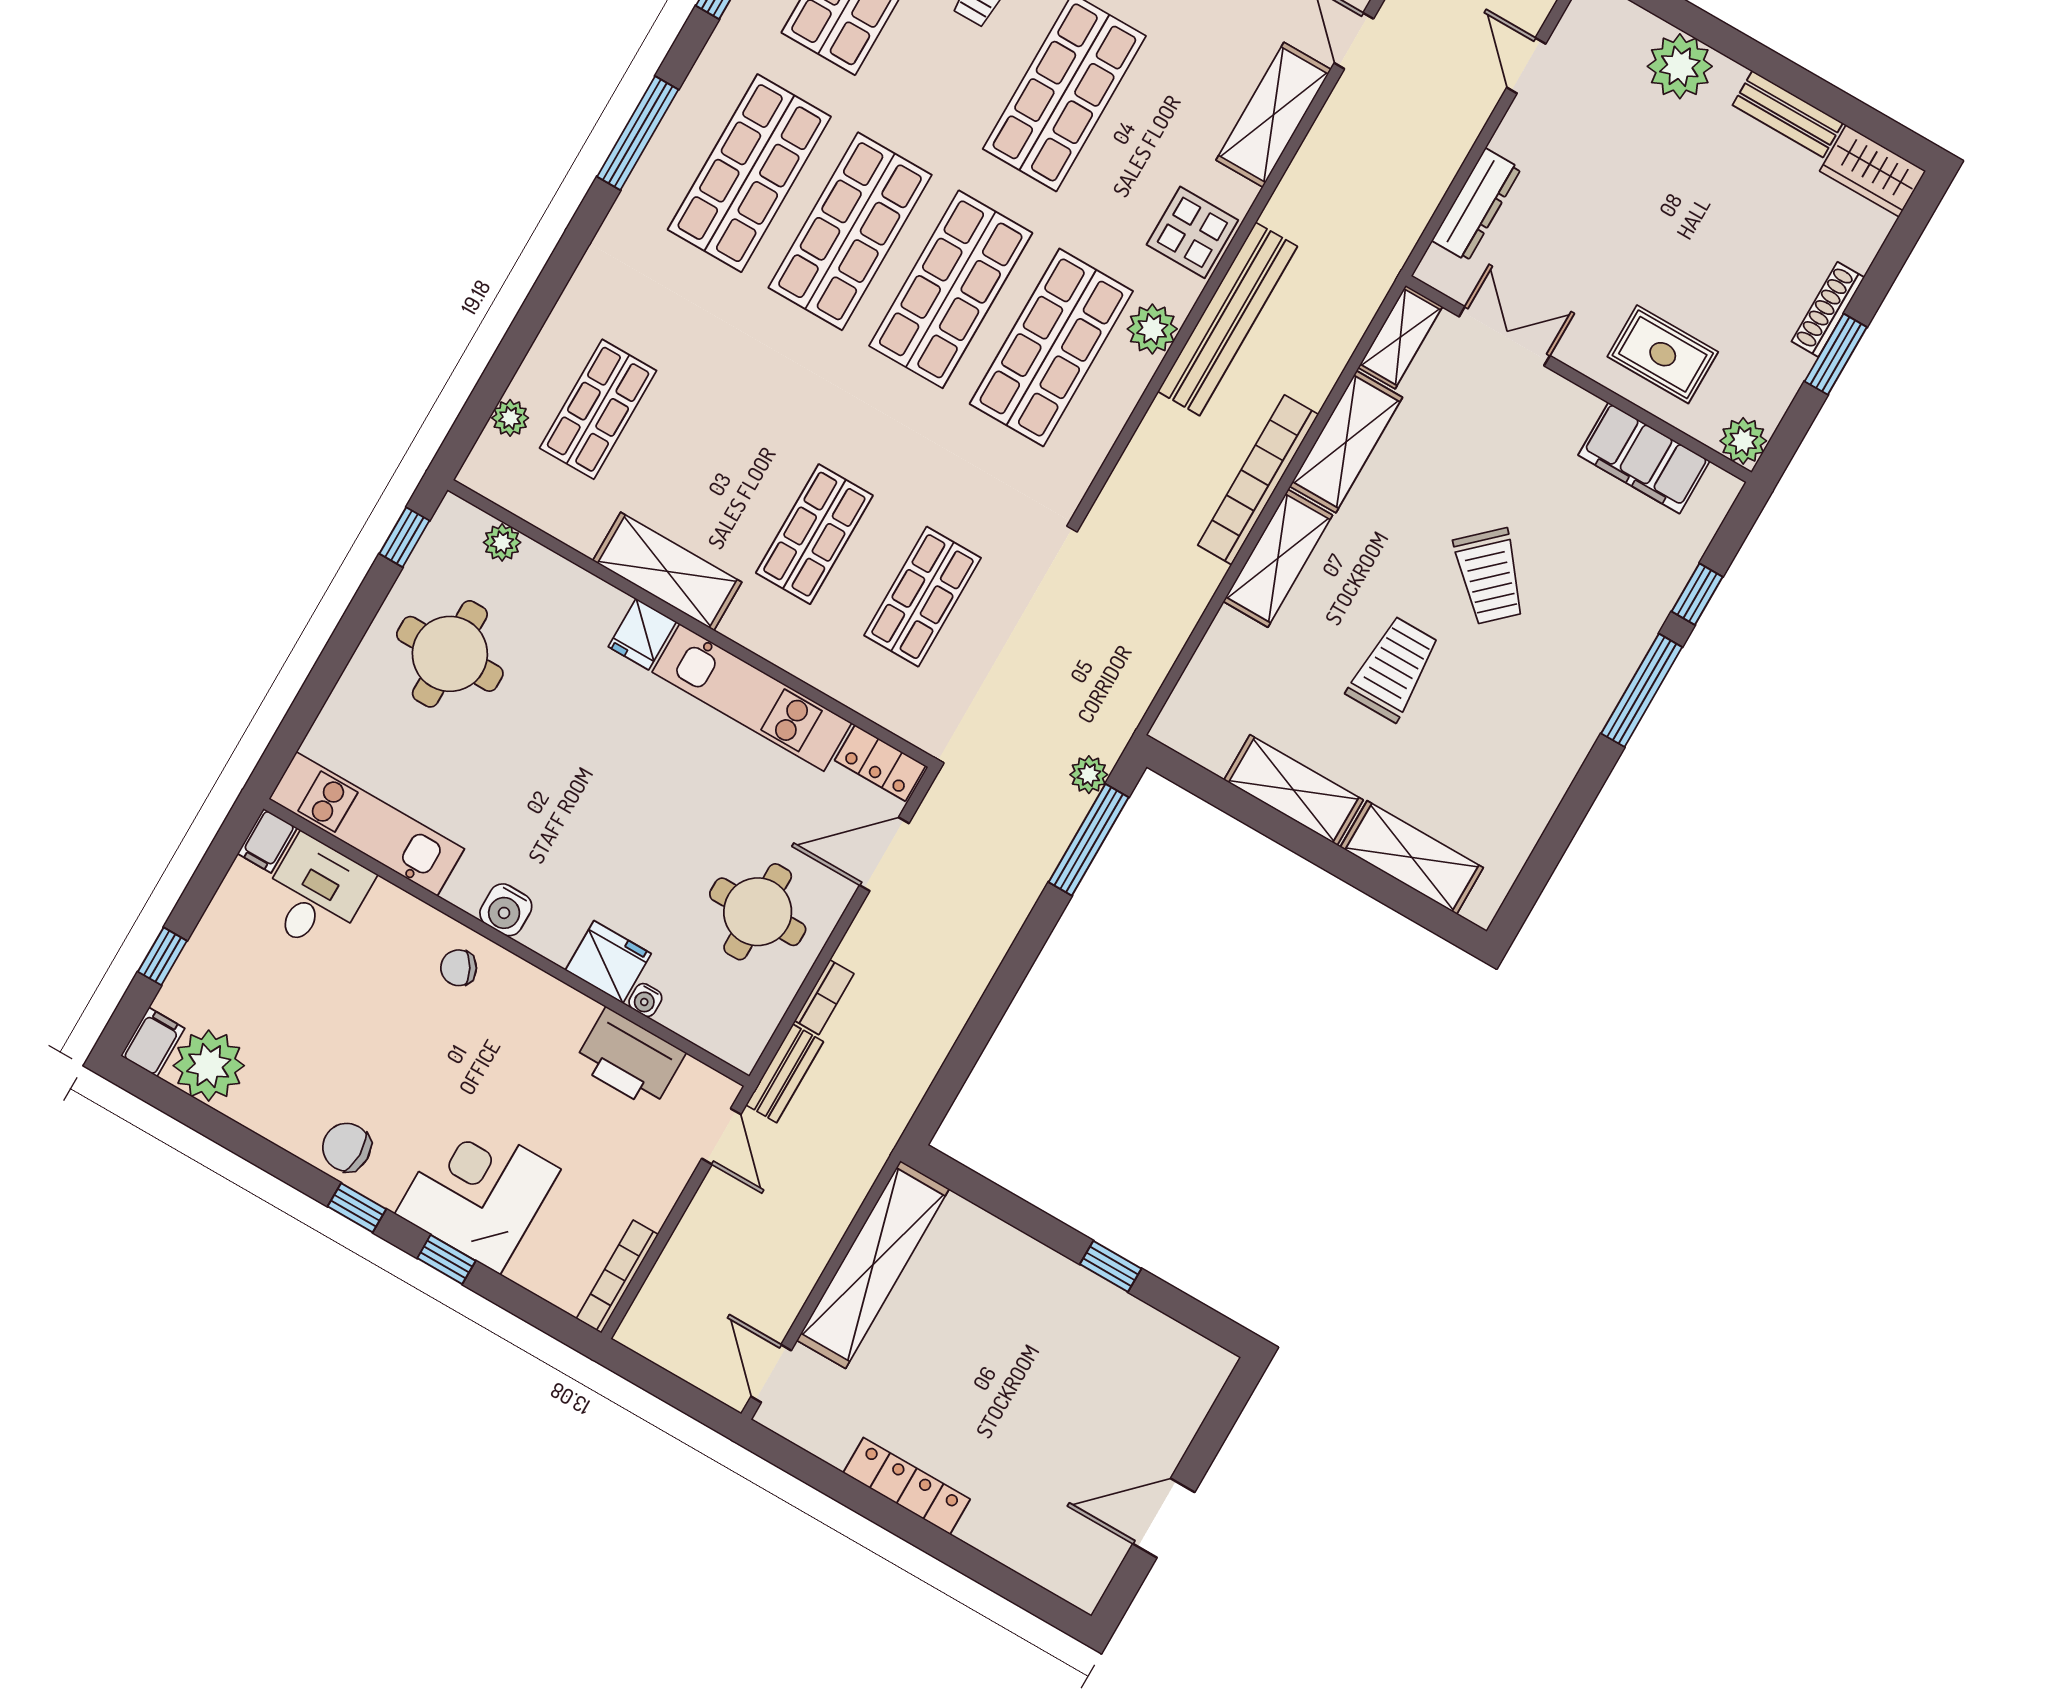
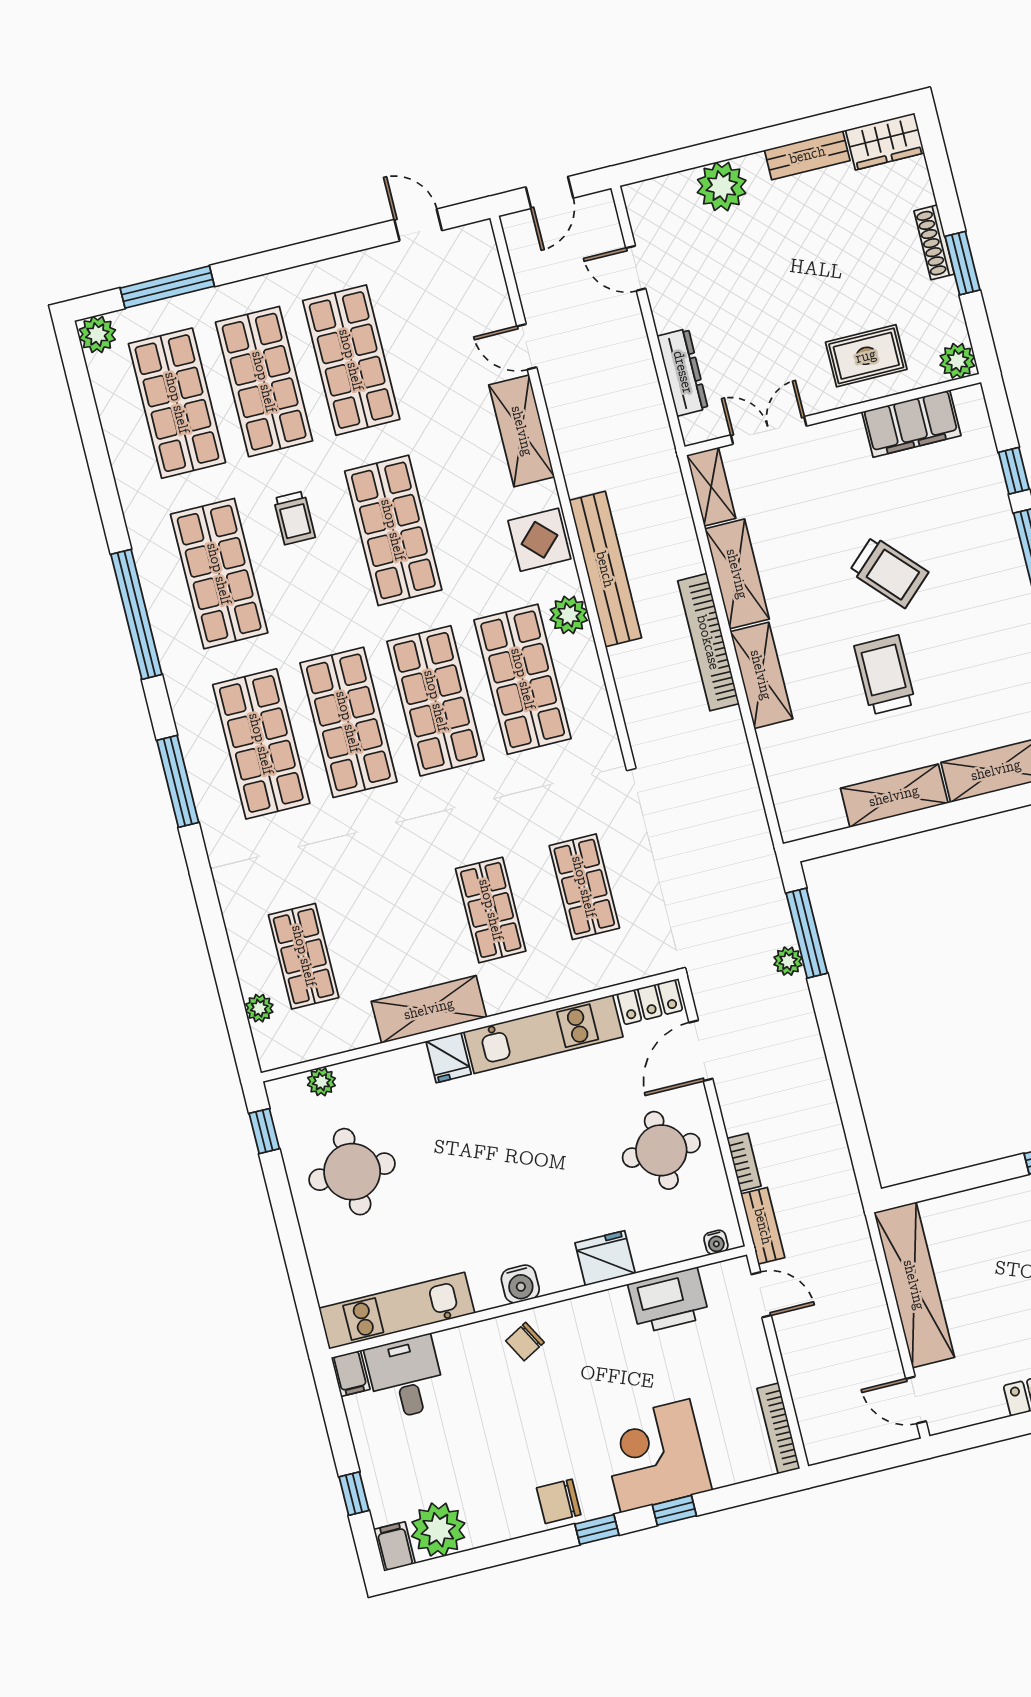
plant: (1089, 775) -> (788, 961), moved
water cooler: (645, 1000) -> (716, 1242), moved

